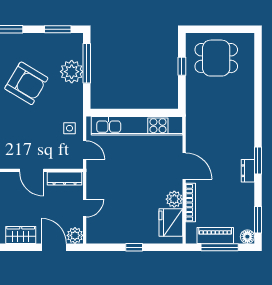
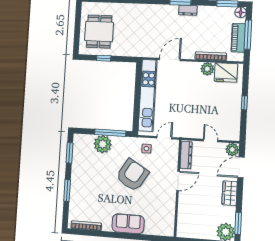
window: (87, 63) -> (110, 133), moved
armchair: (26, 83) -> (132, 175), moved
door: (184, 166) -> (170, 59), moved

